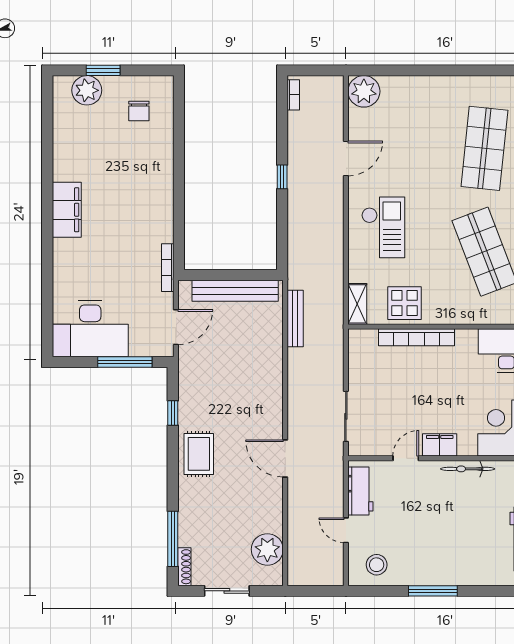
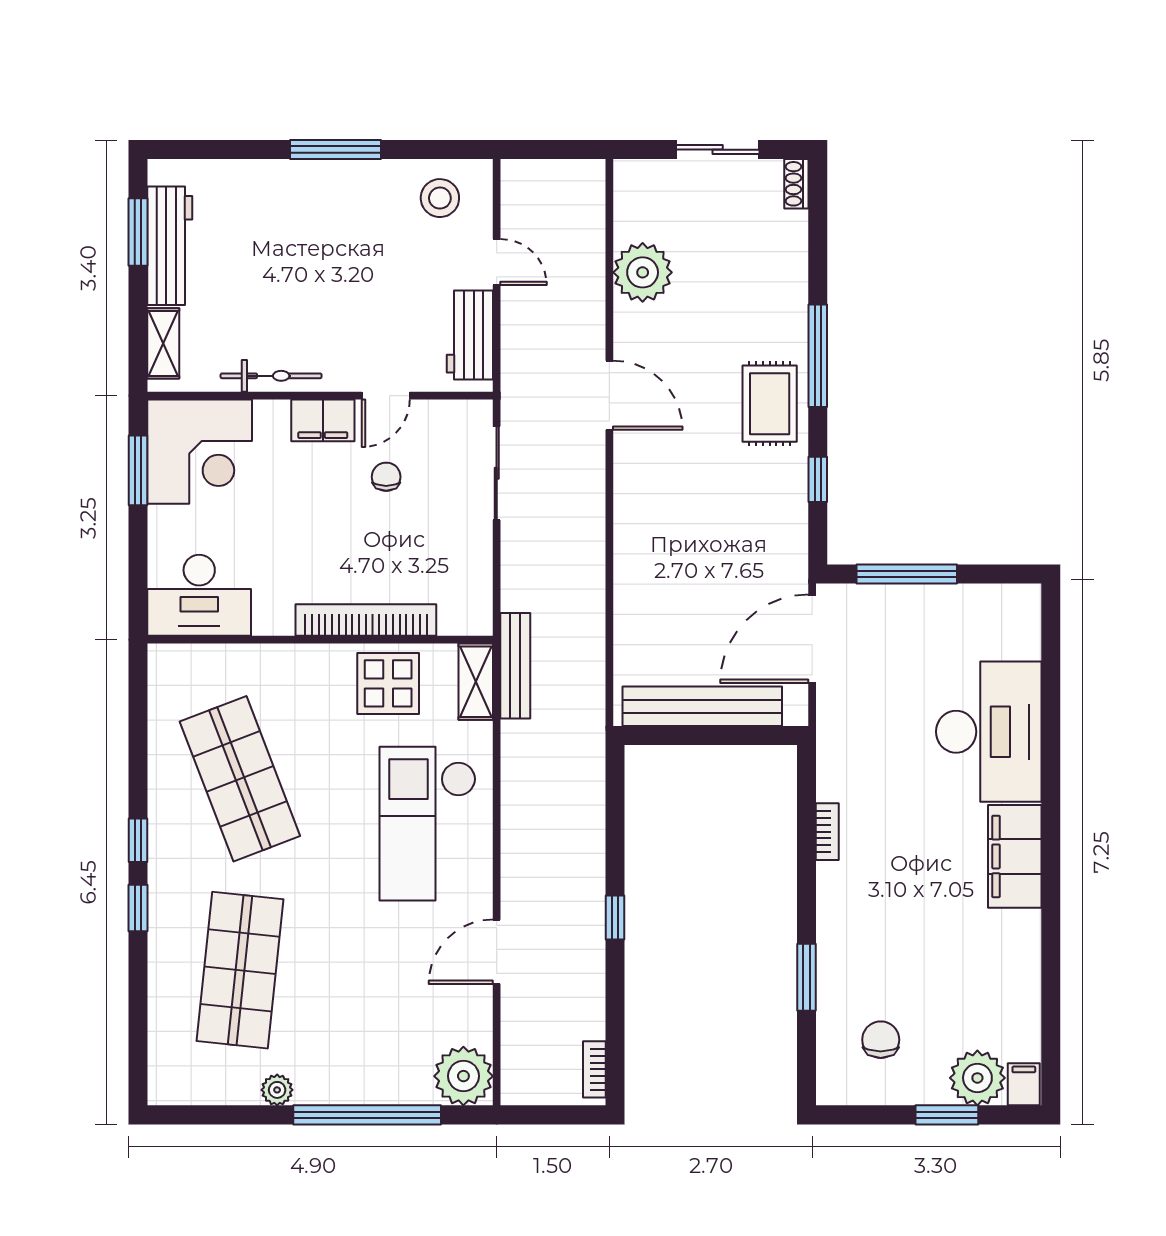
window: (416, 70) -> (367, 1115), added
plant: (464, 84) -> (277, 1090), added
filing cabinet: (62, 87) -> (1024, 1084), added
window: (179, 145) -> (807, 977), added
checkout: (383, 227) -> (428, 824), width x1.36, depth x1.21
bookcase: (168, 268) -> (827, 832), moved, width x0.64
bench: (295, 319) -> (515, 666), moved
door: (176, 327) -> (812, 639), width x1.36
desk: (90, 329) -> (989, 732), moved, turned 90
chair: (406, 414) -> (386, 477), added
window: (173, 539) -> (818, 356), moved
plant: (267, 549) -> (643, 272), moved
shoe rack: (184, 567) -> (796, 184), width x0.70

